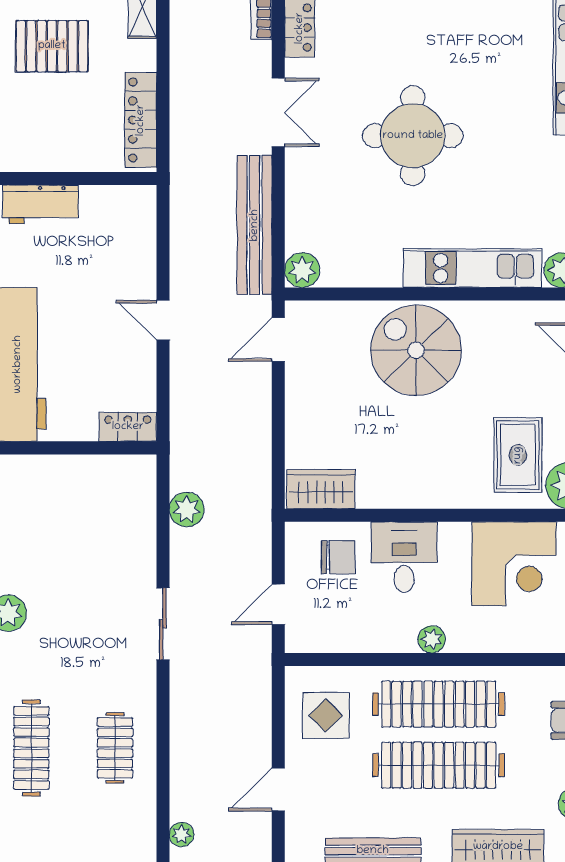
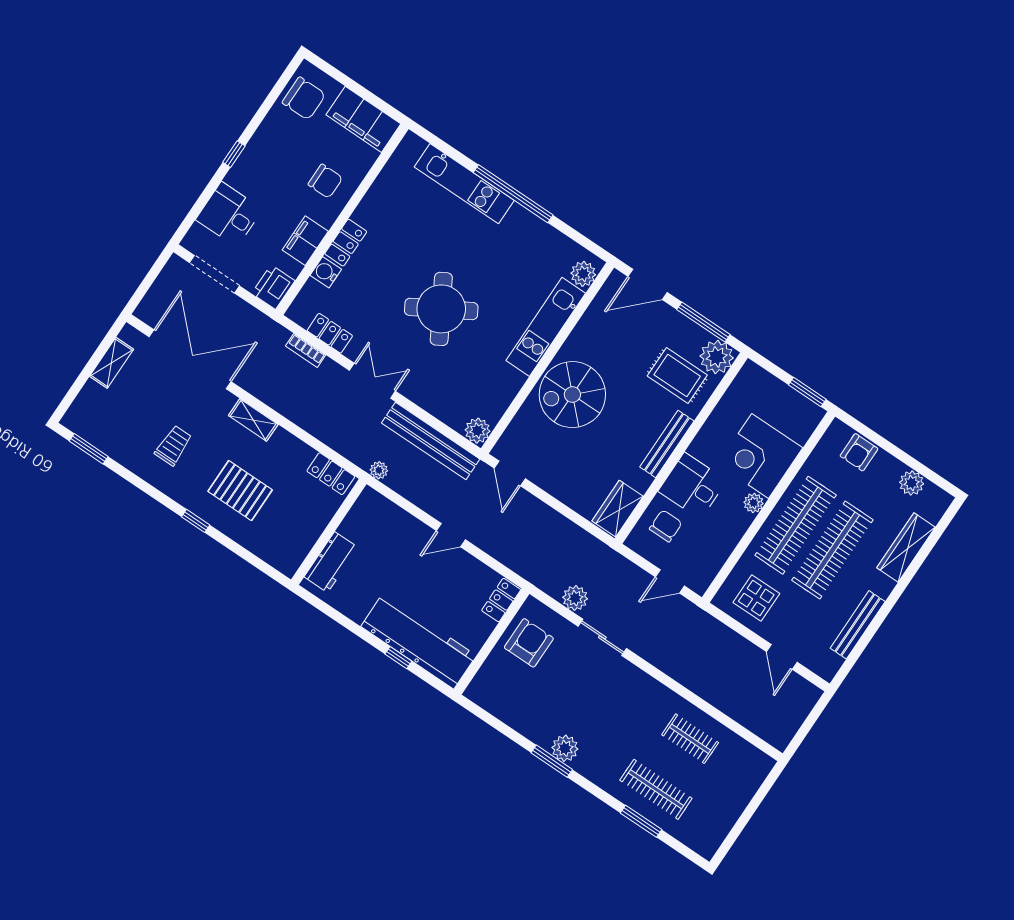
pallet: (52, 46) -> (240, 491), turned 90
locker: (141, 120) -> (331, 474), width x0.66
round table: (413, 136) -> (441, 309), turned -30
armchair: (100, 491) -> (529, 643), added
bench: (432, 496) -> (667, 444), added
corner desk: (514, 564) -> (760, 456), moved, turned 180
door: (278, 604) -> (670, 581), hinge flipped
sliding door: (163, 624) -> (602, 637), moved
plant: (182, 835) -> (379, 470), moved

